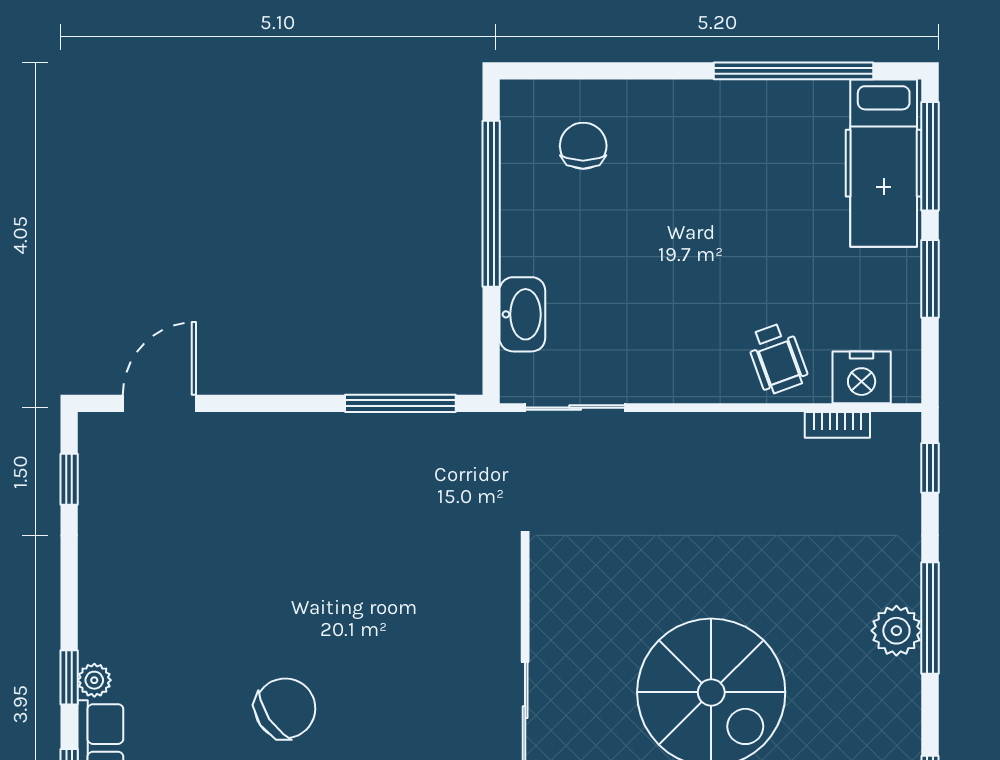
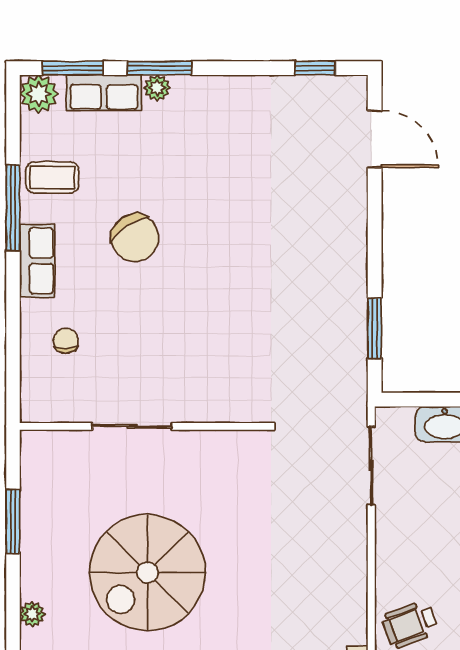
window: (400, 403) -> (375, 328), width x0.69
window: (69, 677) -> (159, 68), width x1.50

